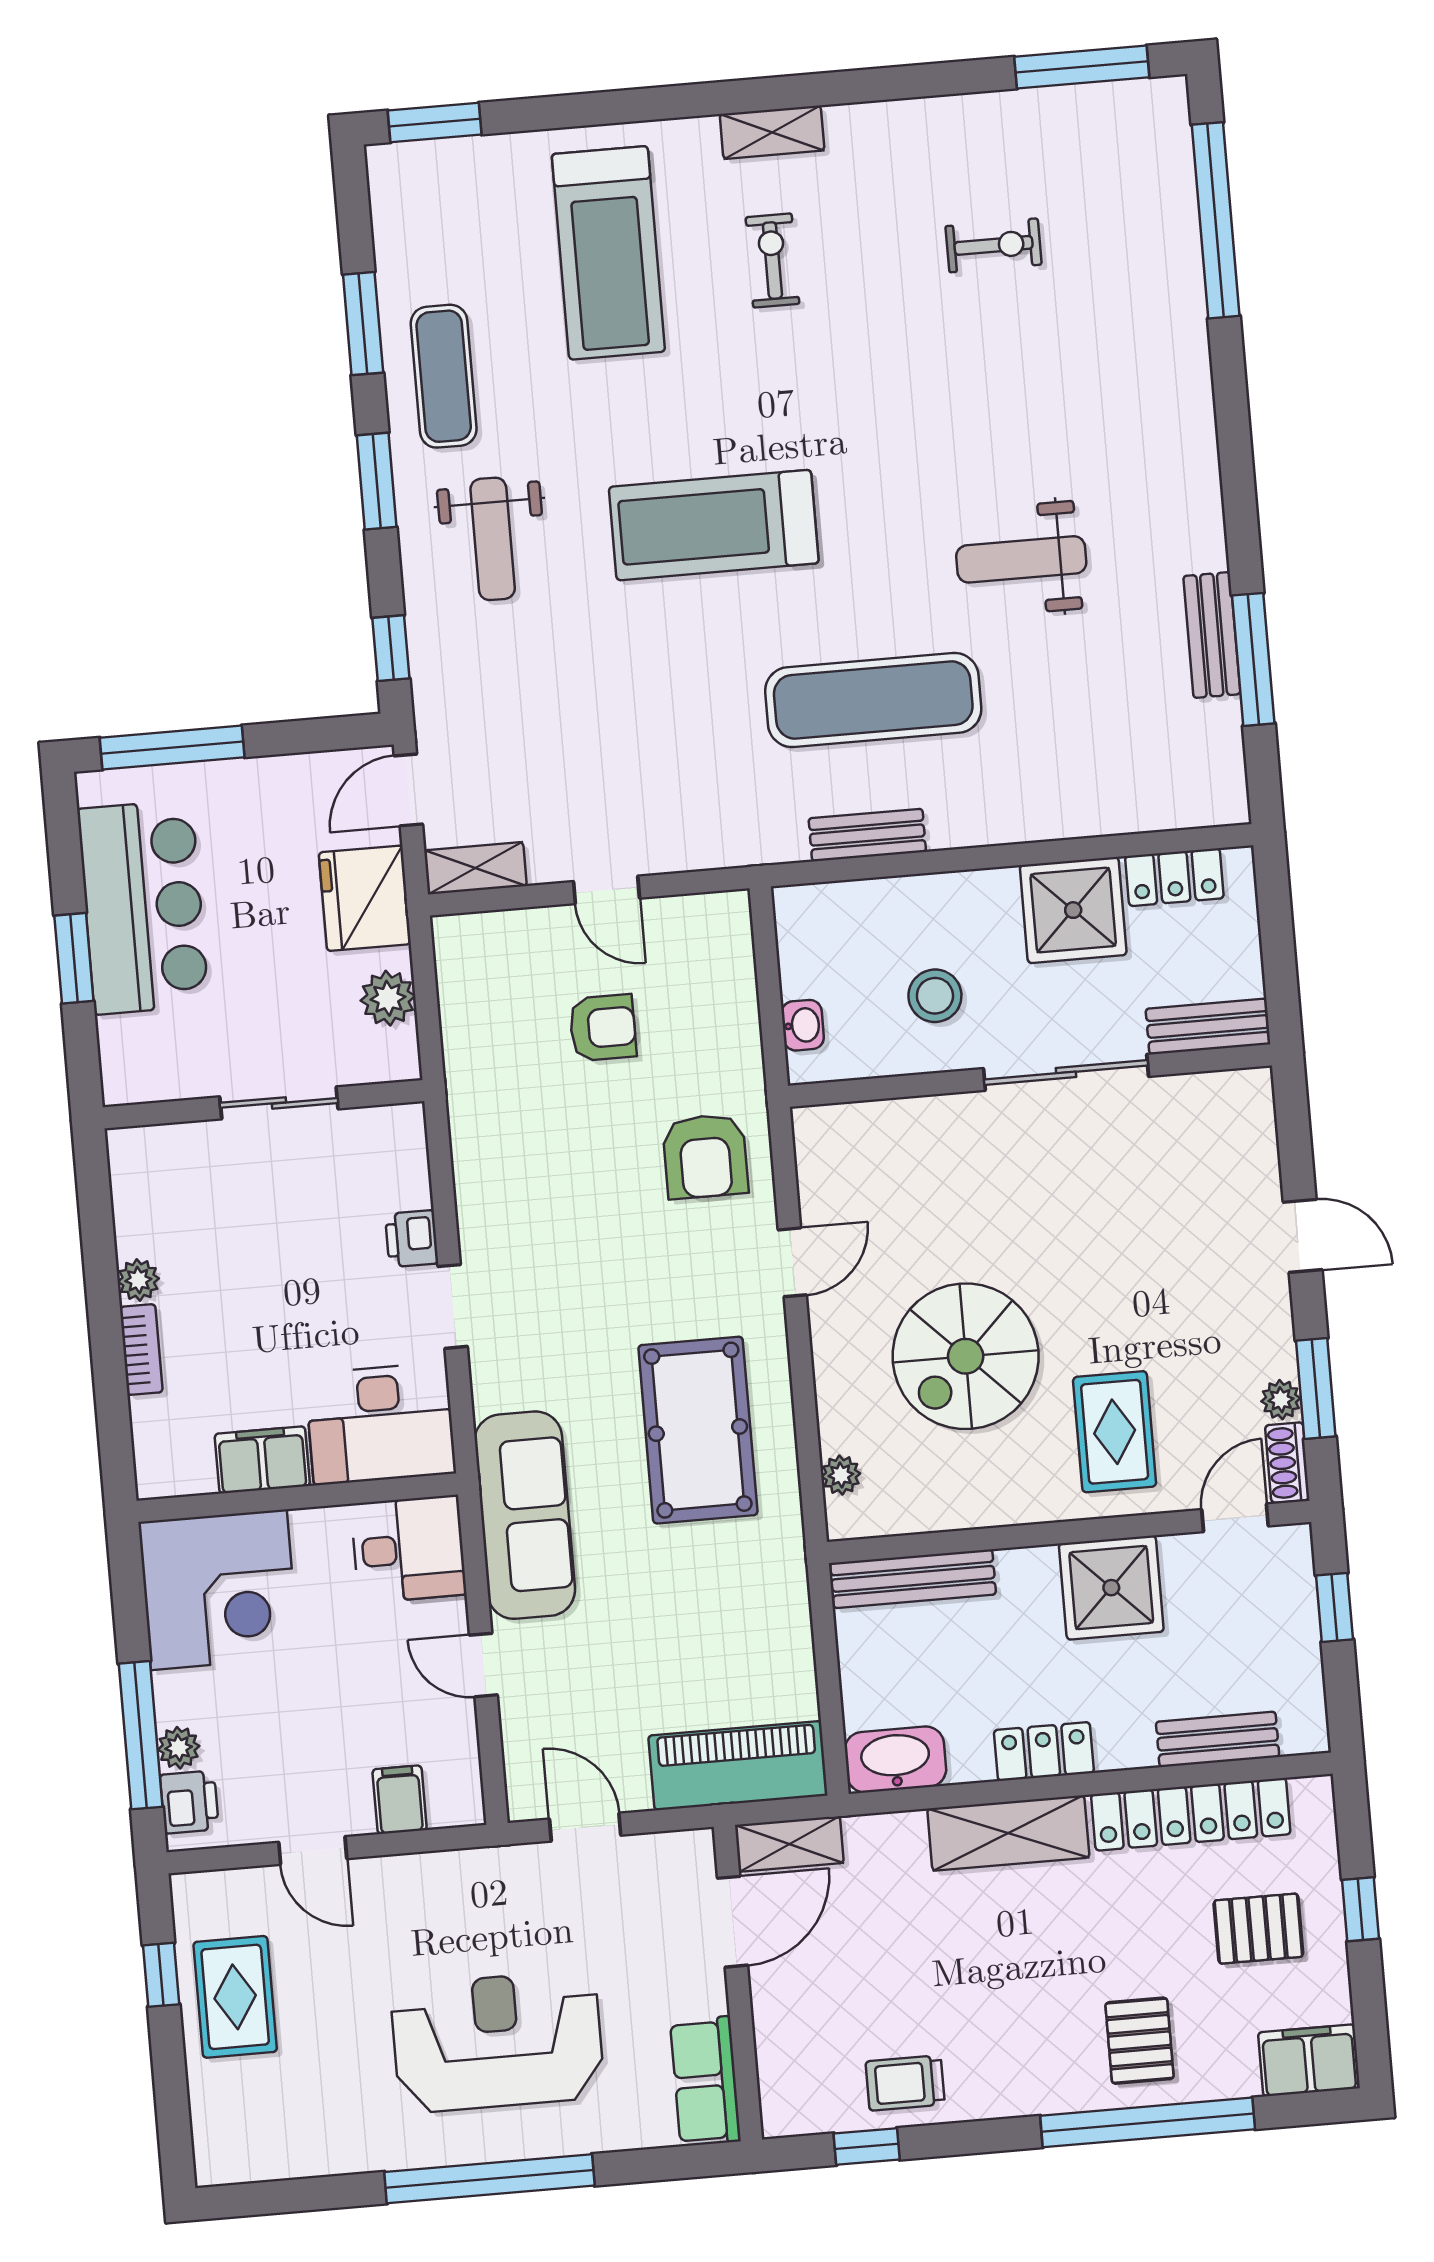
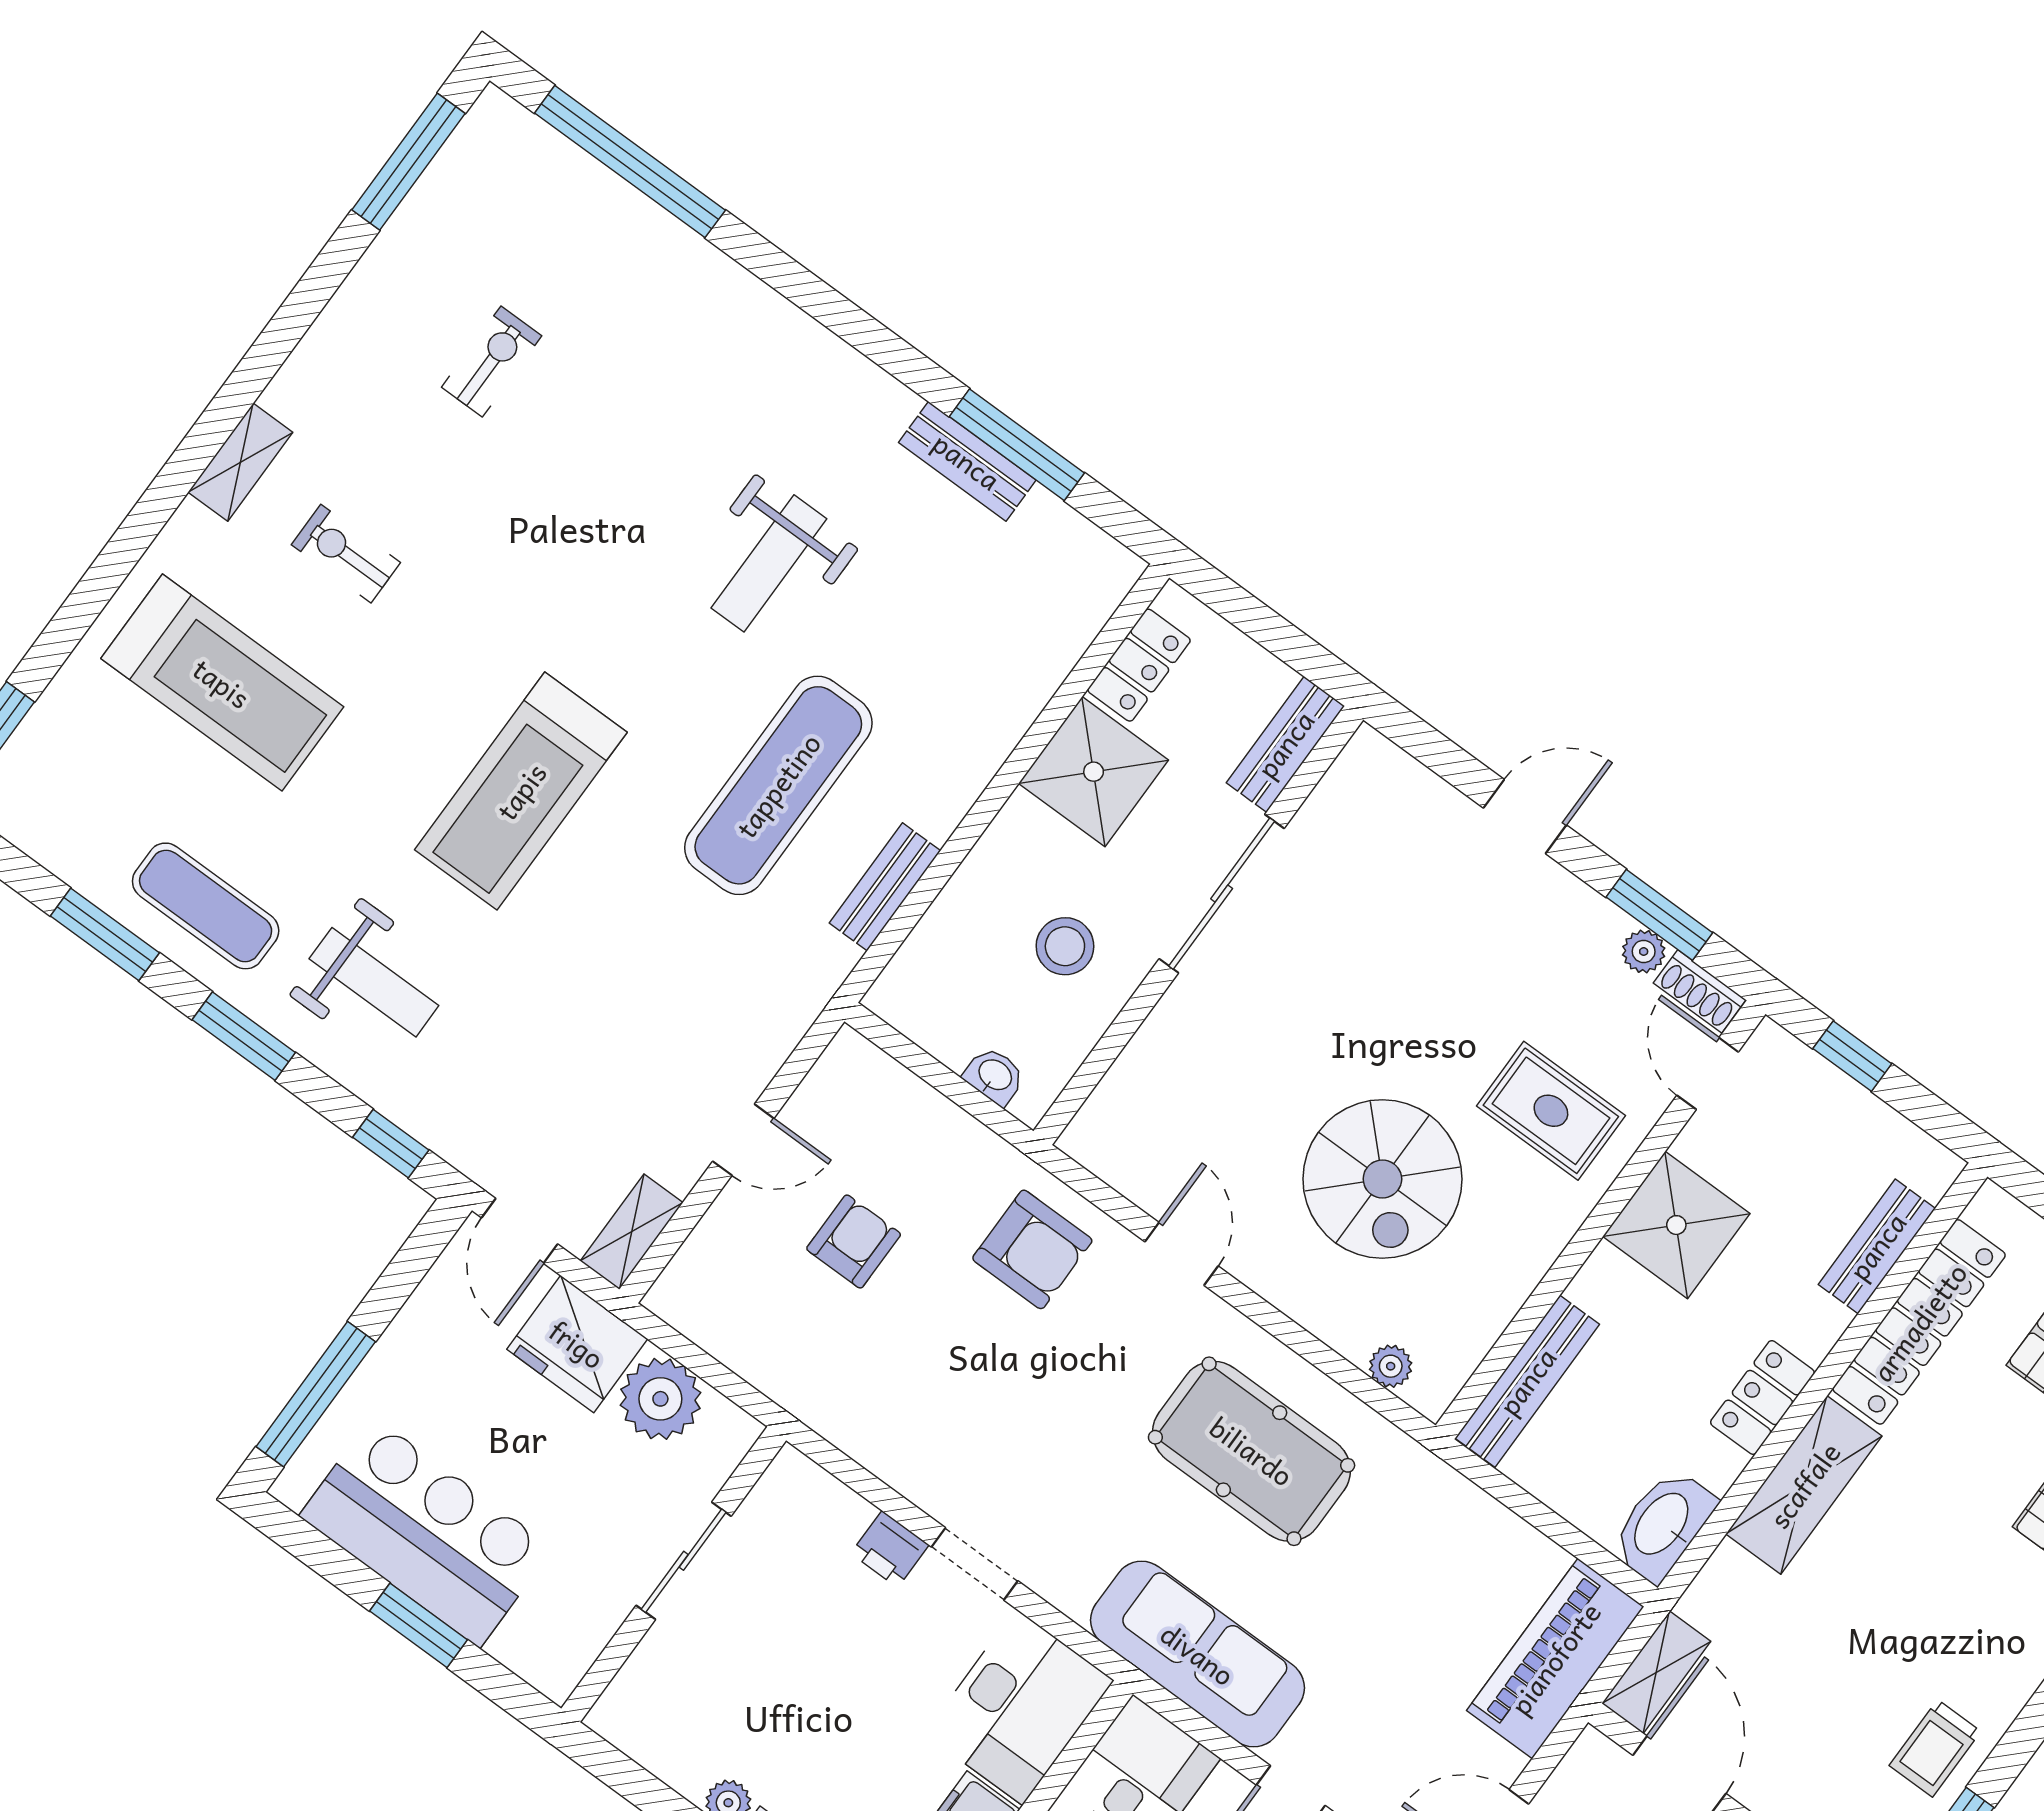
plant: (388, 998) -> (660, 1399), width x1.36, depth x1.36

